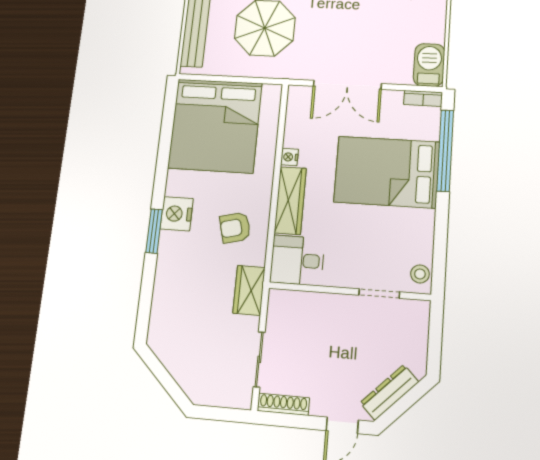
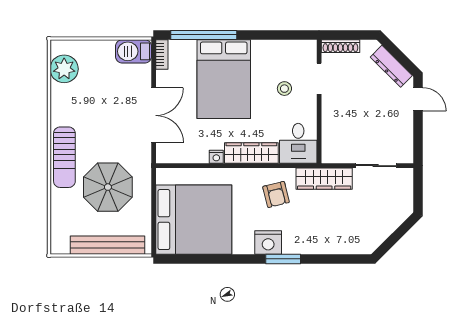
stool: (420, 274) -> (284, 89), moved
wardrobe: (249, 290) -> (324, 179), width x1.50
shoe rack: (283, 404) -> (340, 46), moved, turned -90

